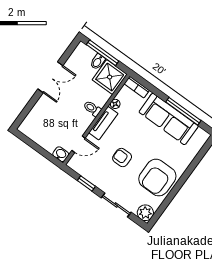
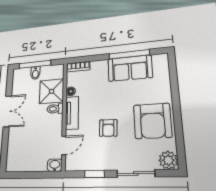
shower: (110, 77) -> (52, 91), moved
sofa: (169, 119) -> (130, 68), width x0.73
armchair: (122, 158) -> (108, 128), turned -88

